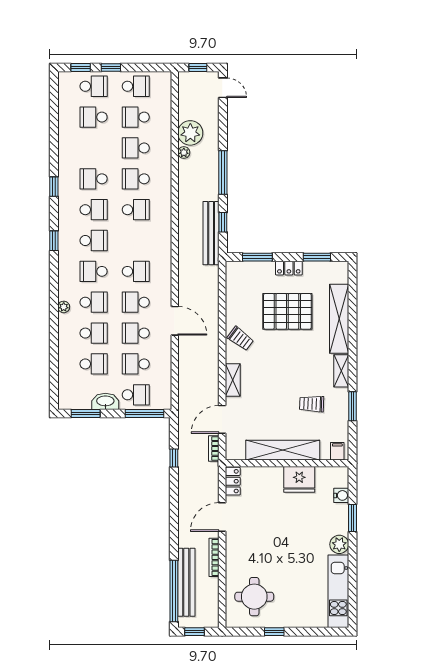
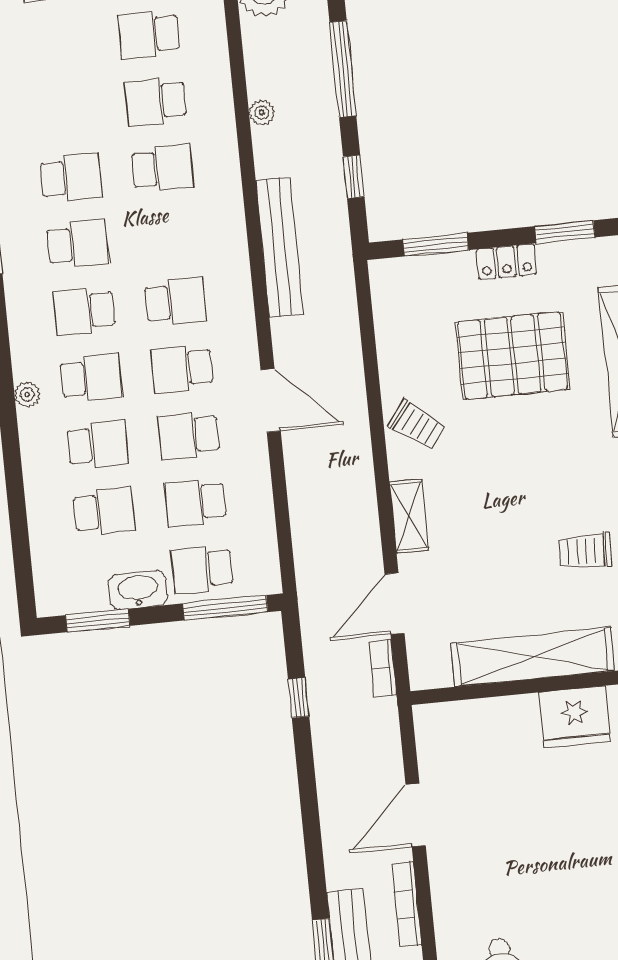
plant: (184, 153) -> (262, 113), moved
school desk: (94, 179) -> (64, 110), removed
bench: (211, 233) -> (279, 247), moved
school desk: (136, 395) -> (202, 569), turned 180
locker: (233, 481) -> (431, 735), removed

